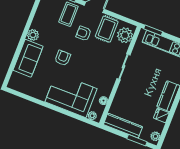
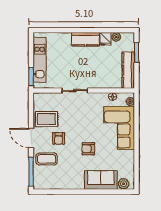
plant: (33, 35) -> (124, 184), moved
plant: (125, 35) -> (46, 100), removed
plant: (155, 136) -> (116, 37), moved

